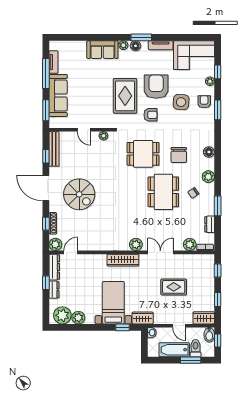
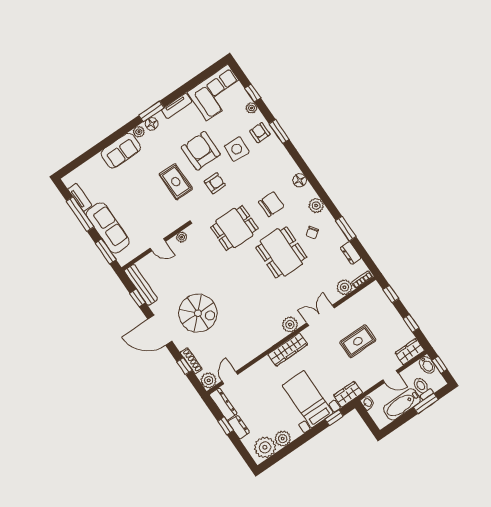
rug: (125, 96) -> (176, 182), width x0.73, depth x0.70
chair: (179, 155) -> (271, 204), turned -90

